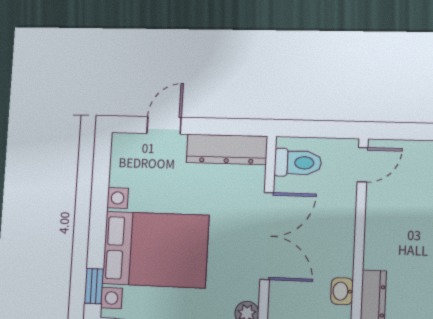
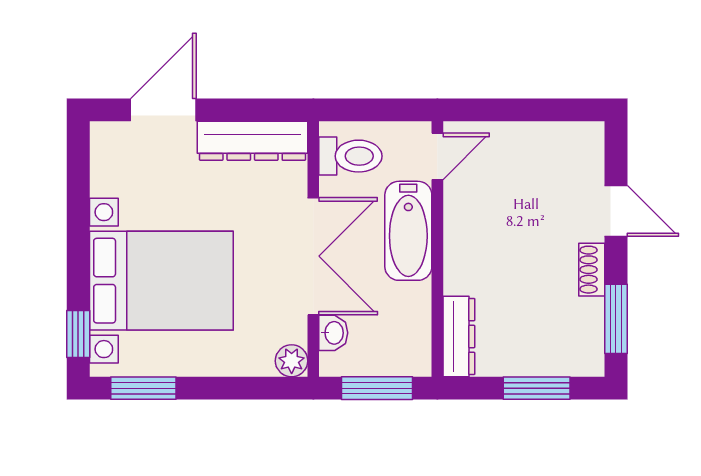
door: (164, 125) -> (163, 110), width x1.38
bathtub: (338, 220) -> (408, 231), added
washbasin: (342, 291) -> (333, 333), moved, turned 180

